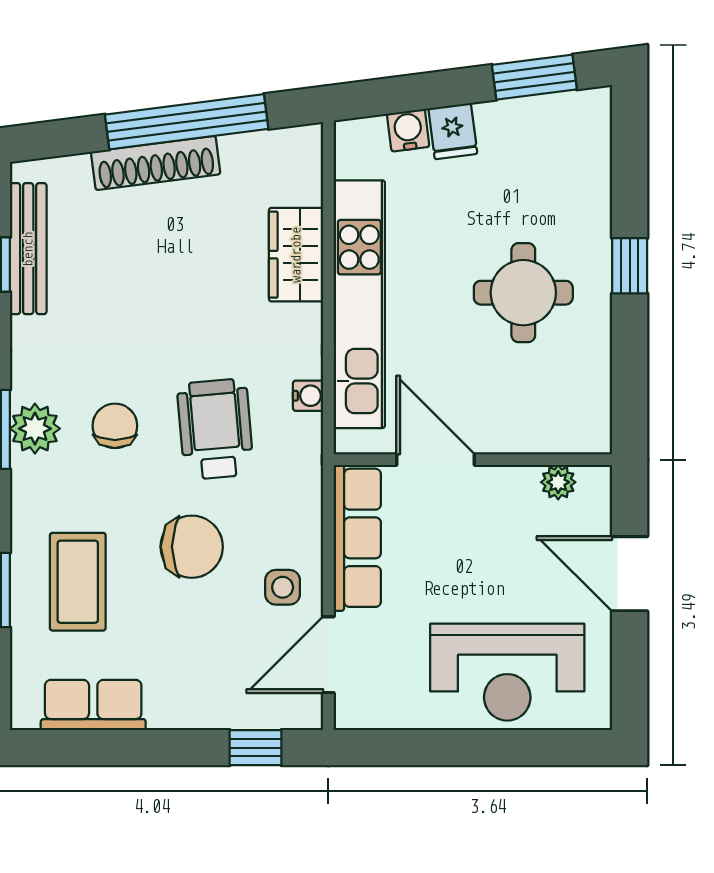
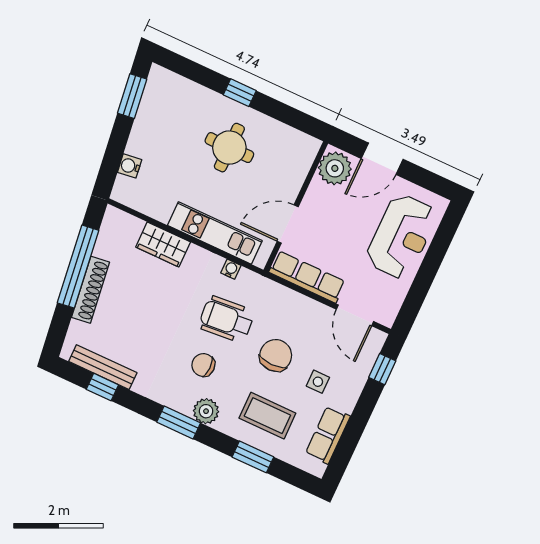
fridge: (453, 131) -> (140, 145), removed
kitchen unit: (359, 304) -> (215, 233), width x0.73
plant: (35, 429) -> (206, 411), moved
plant: (558, 482) -> (335, 168), width x1.88, depth x1.88
side table: (283, 587) -> (318, 382), moved

